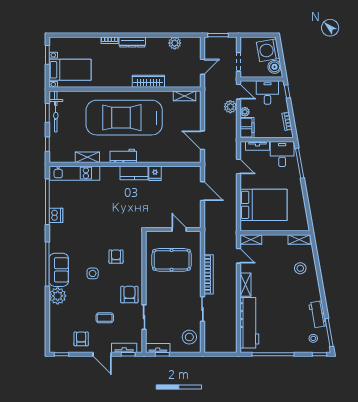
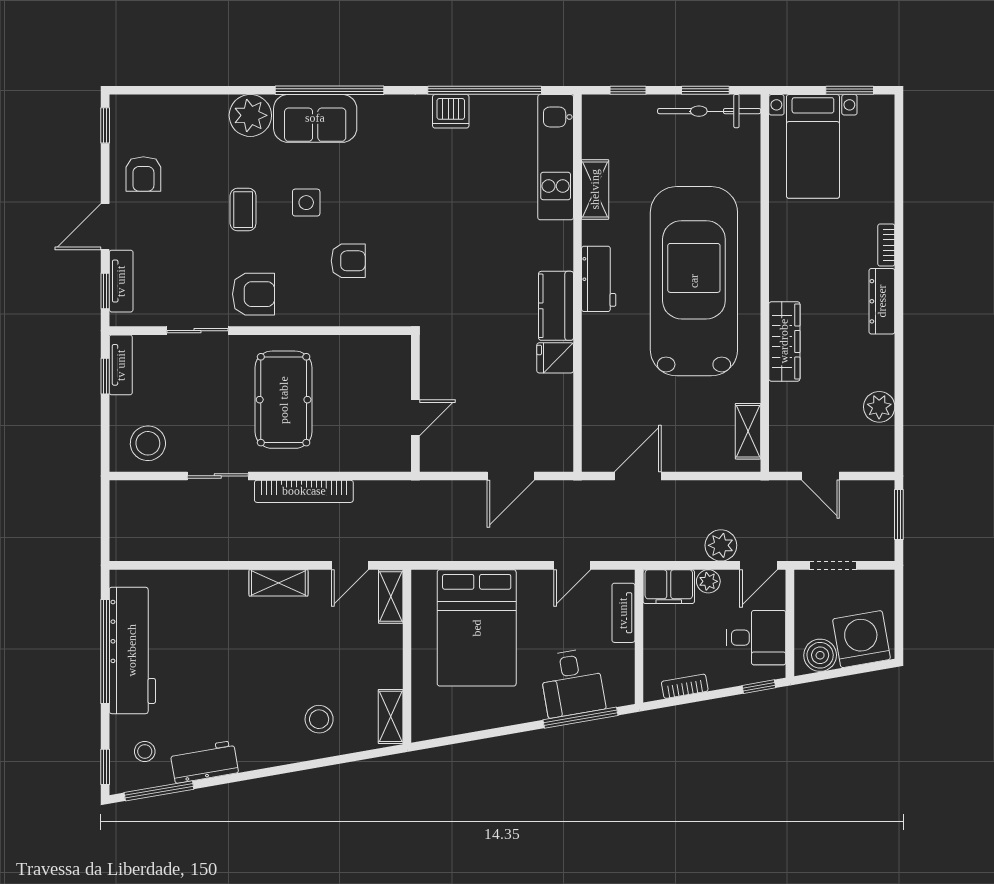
desk: (282, 154) -> (572, 683), moved, turned 80
pool table: (172, 260) -> (284, 400), moved
coffee table: (105, 318) -> (243, 210), moved
workbench: (249, 323) -> (132, 650), moved, turned -90
armchair: (81, 339) -> (143, 174), turned 90

